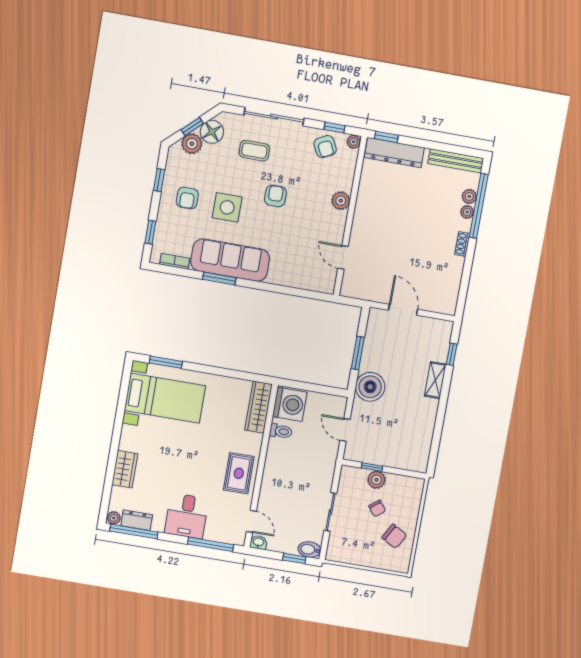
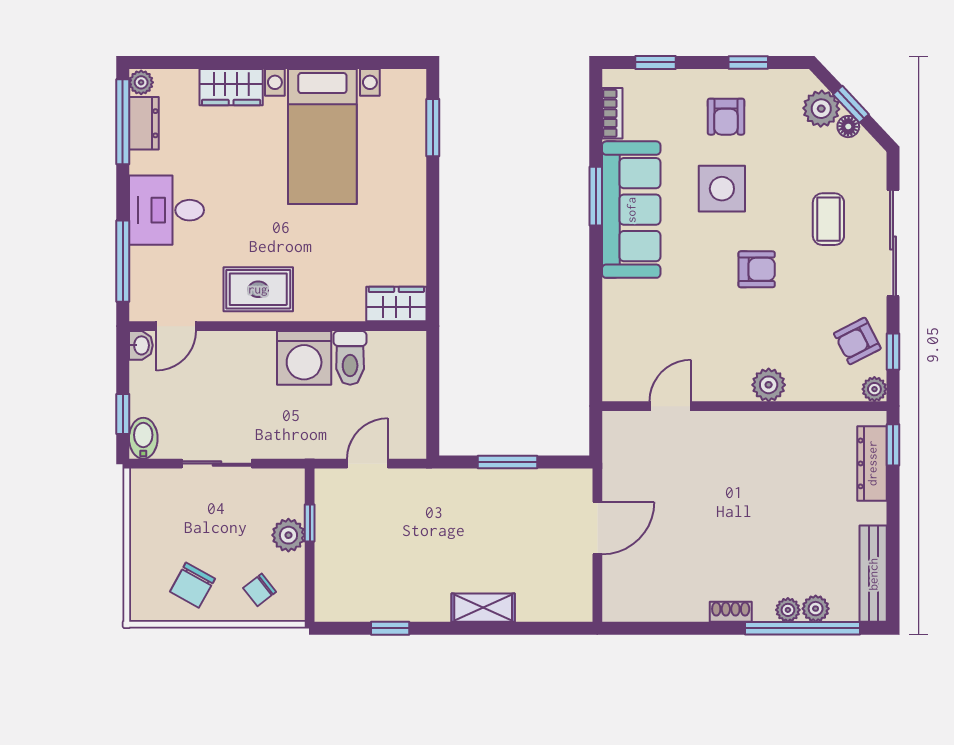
floor lamp: (212, 132) -> (848, 127), width x0.53, depth x0.53
dresser: (394, 153) -> (872, 463), width x0.73, depth x0.80
armchair: (187, 198) -> (726, 117), turned -90
window: (452, 354) -> (390, 628), moved
boiler: (370, 387) -> (451, 494), removed
bed with nightstands: (165, 398) -> (322, 137), moved
washing machine: (290, 404) -> (304, 358), moved
wardrobe: (259, 407) -> (396, 304), width x0.67
toilet: (281, 431) -> (350, 358), width x1.37, depth x1.39
chair: (377, 508) -> (260, 590), moved

